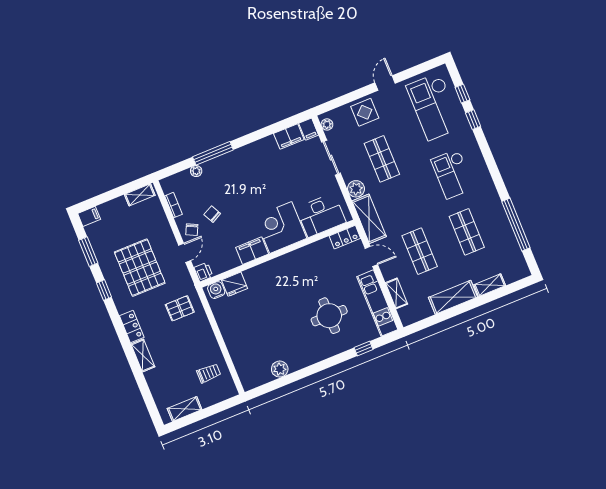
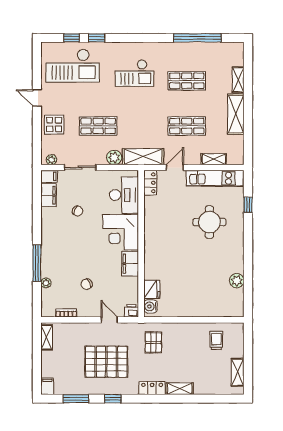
chair: (192, 230) -> (78, 211), moved

